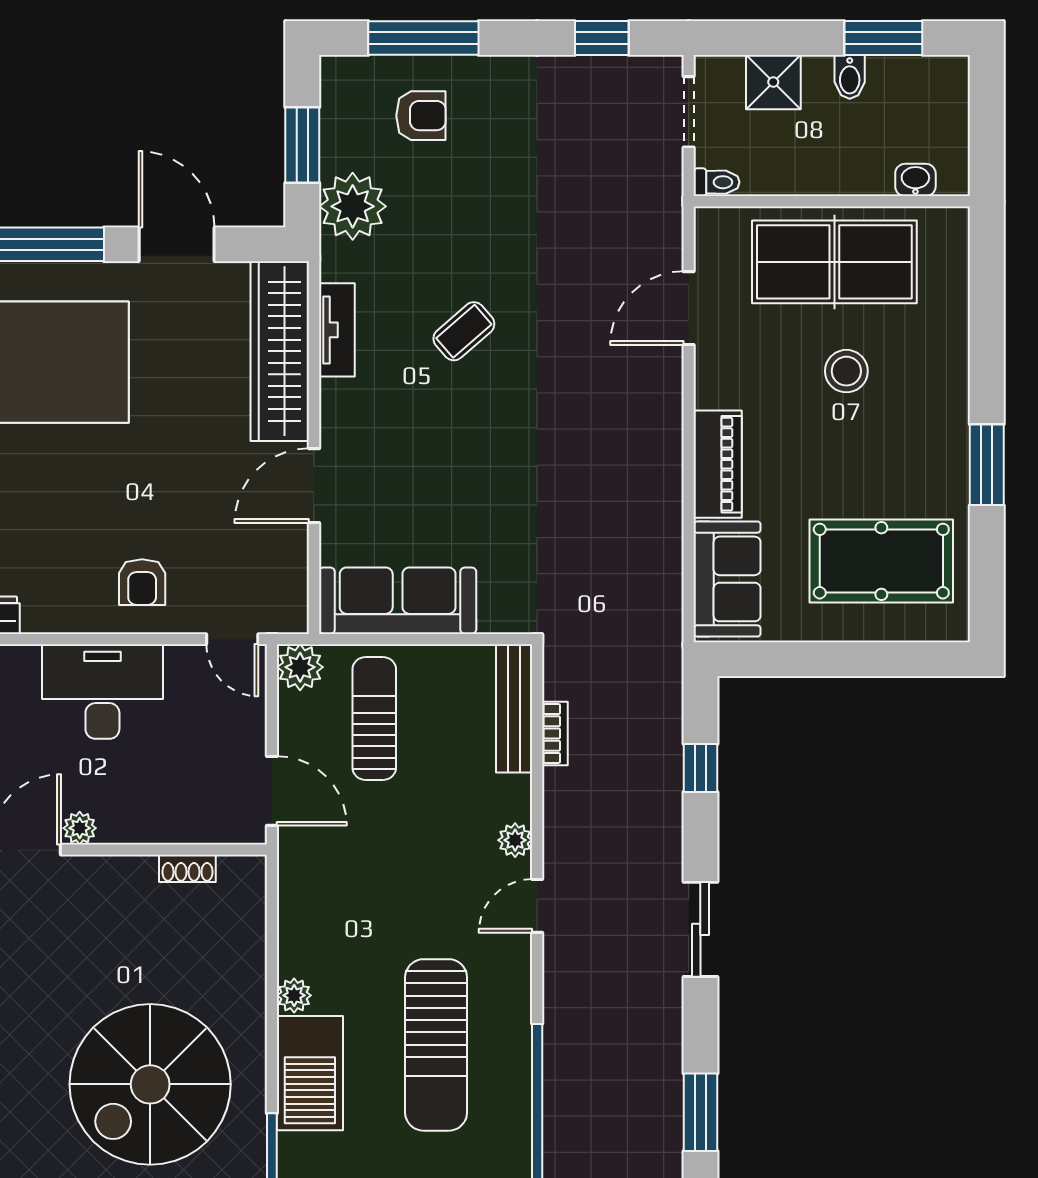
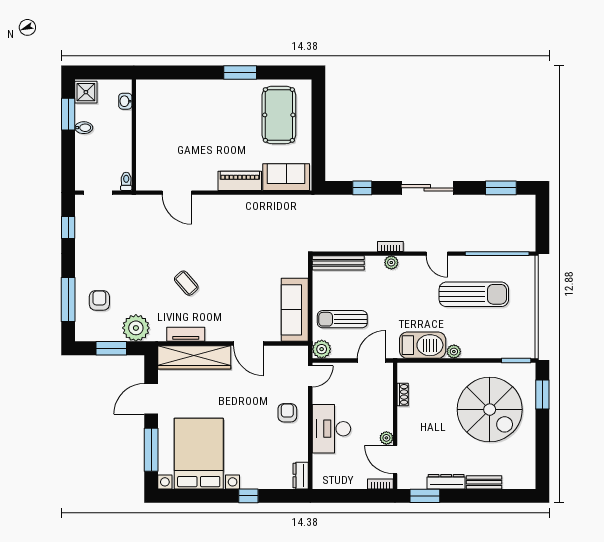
shower: (773, 82) -> (86, 92), moved
table tennis table: (834, 262) -> (158, 134), removed
stool: (846, 371) -> (202, 129), removed
armchair: (142, 582) -> (287, 413), turned -90
bookcase: (555, 733) -> (390, 246), moved
door: (537, 906) -> (437, 254), moved
sliding door: (700, 929) -> (427, 188), width x1.37
barbecue: (310, 1073) -> (423, 345), moved

